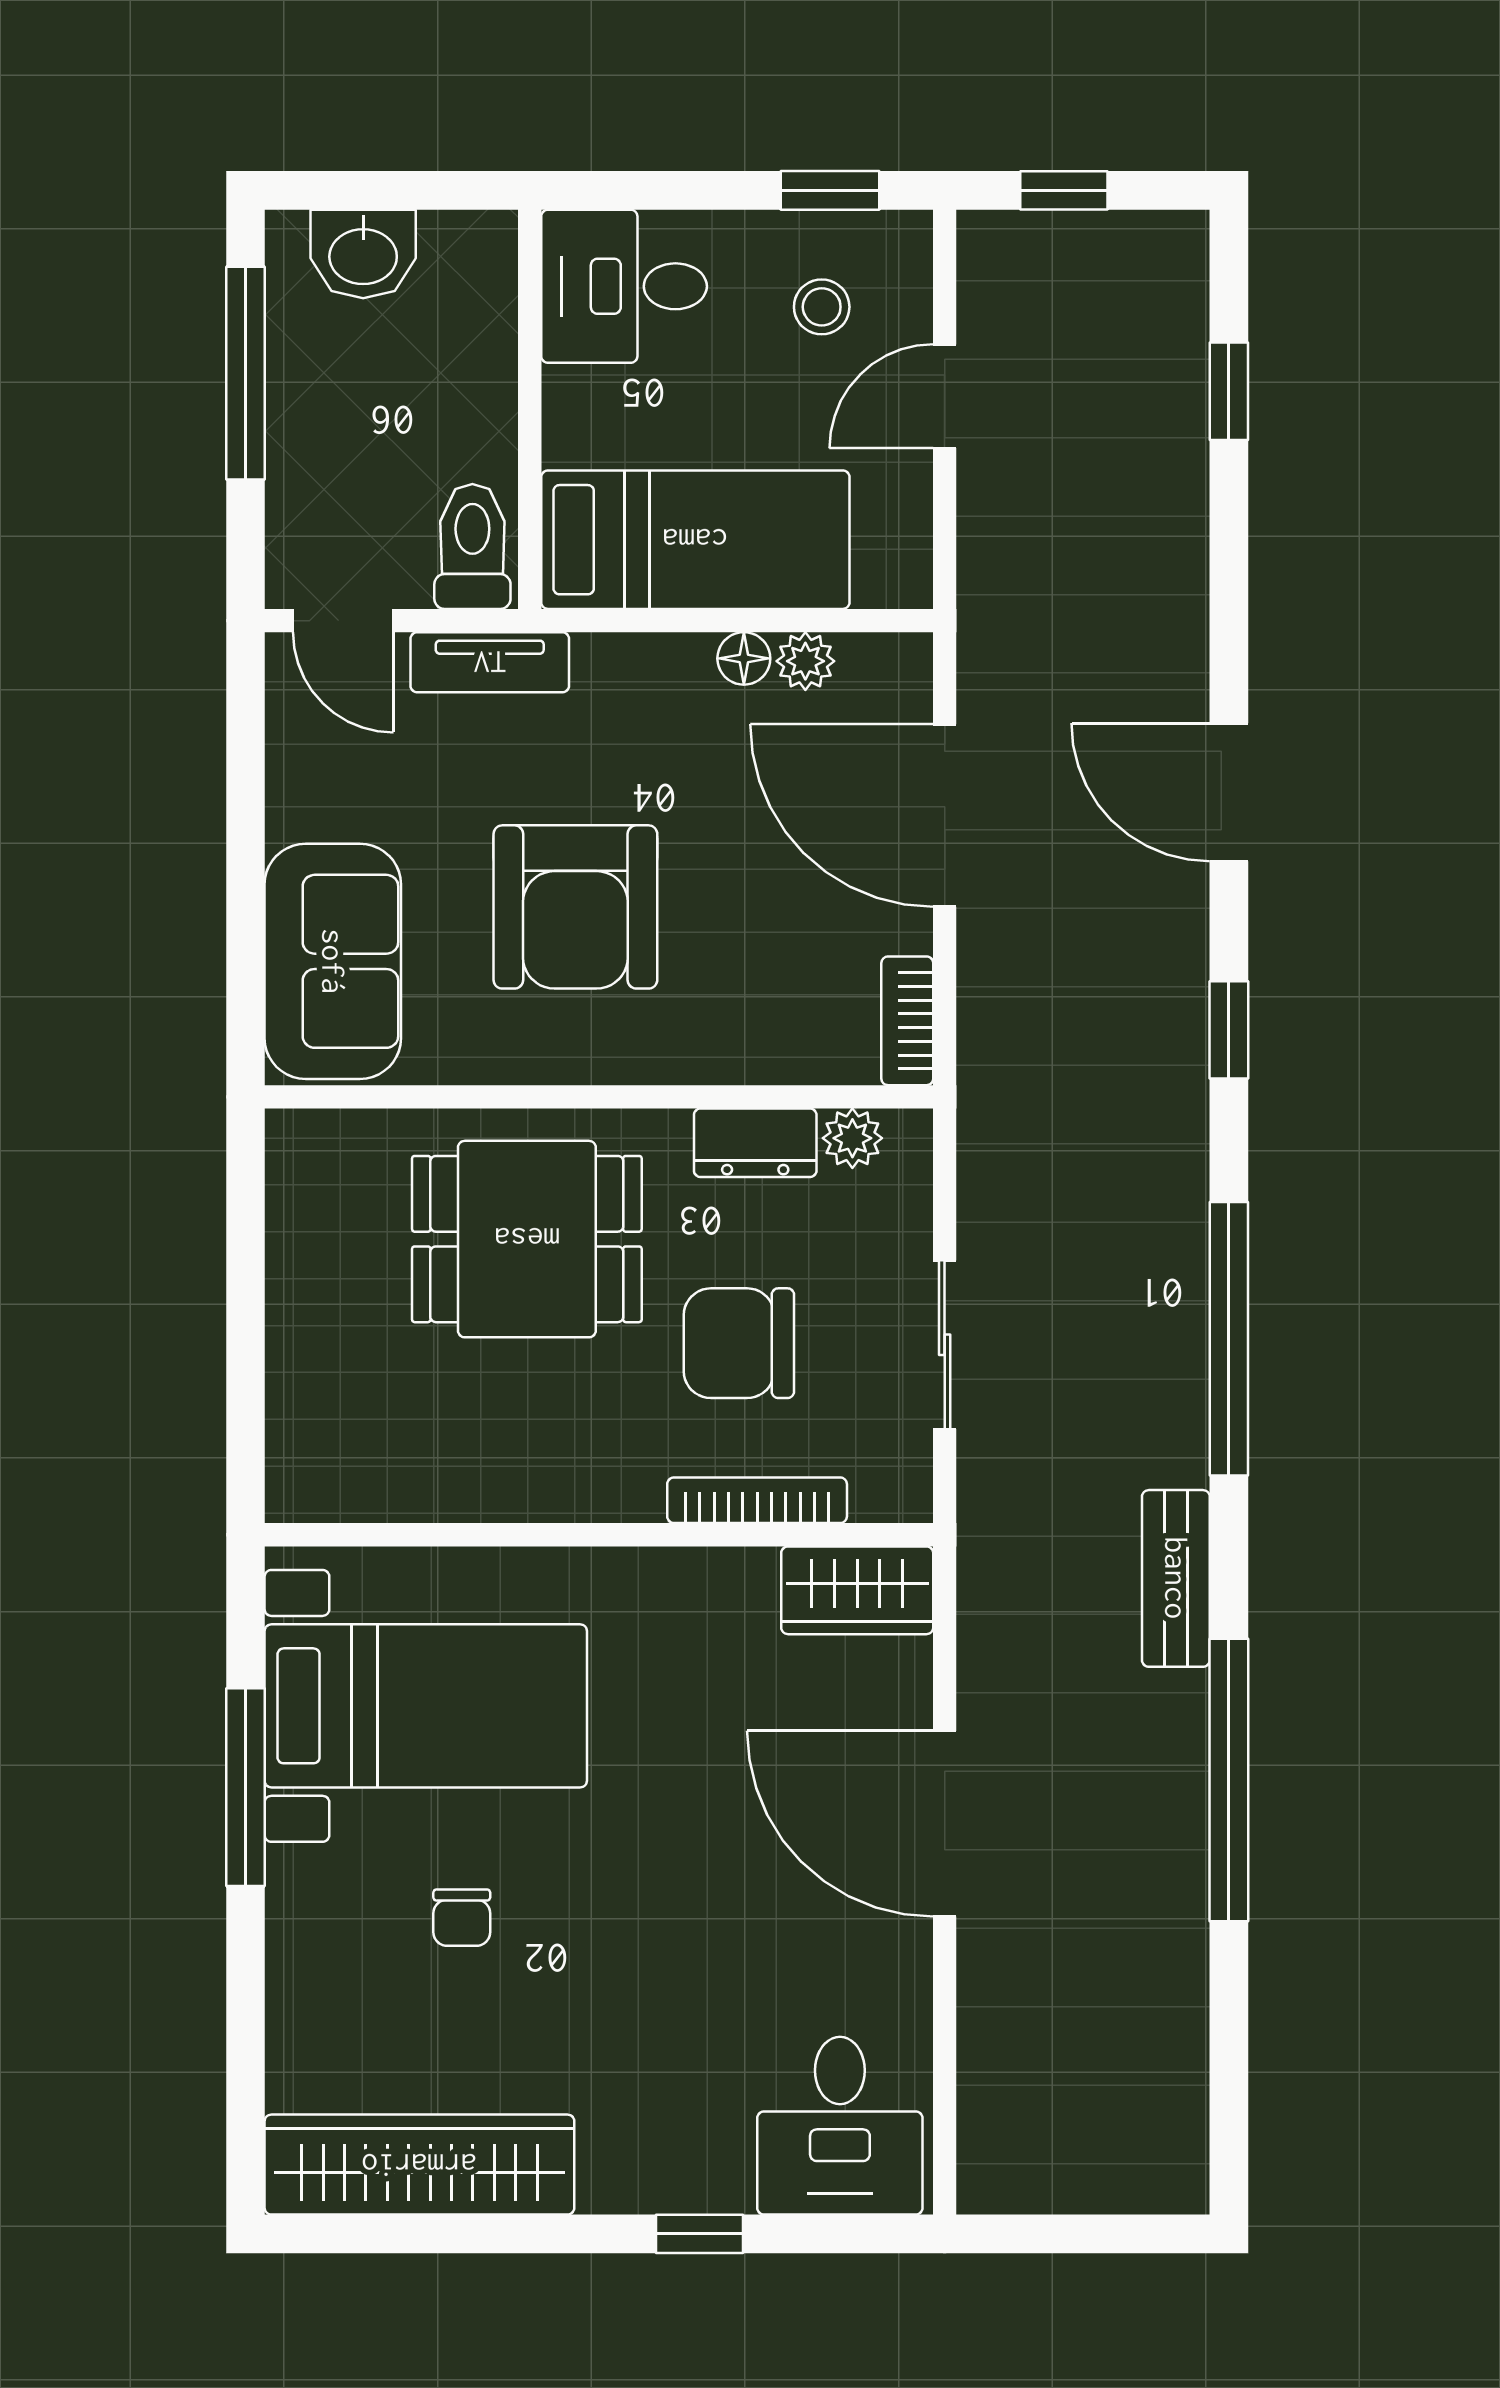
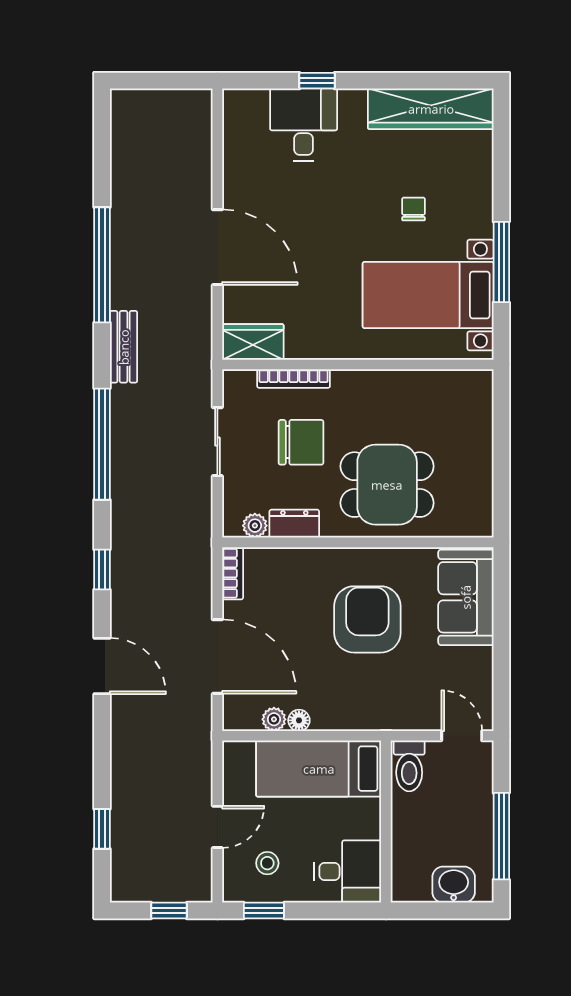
tv unit: (490, 662) -> (402, 719), removed
desk: (840, 2126) -> (304, 125), moved

